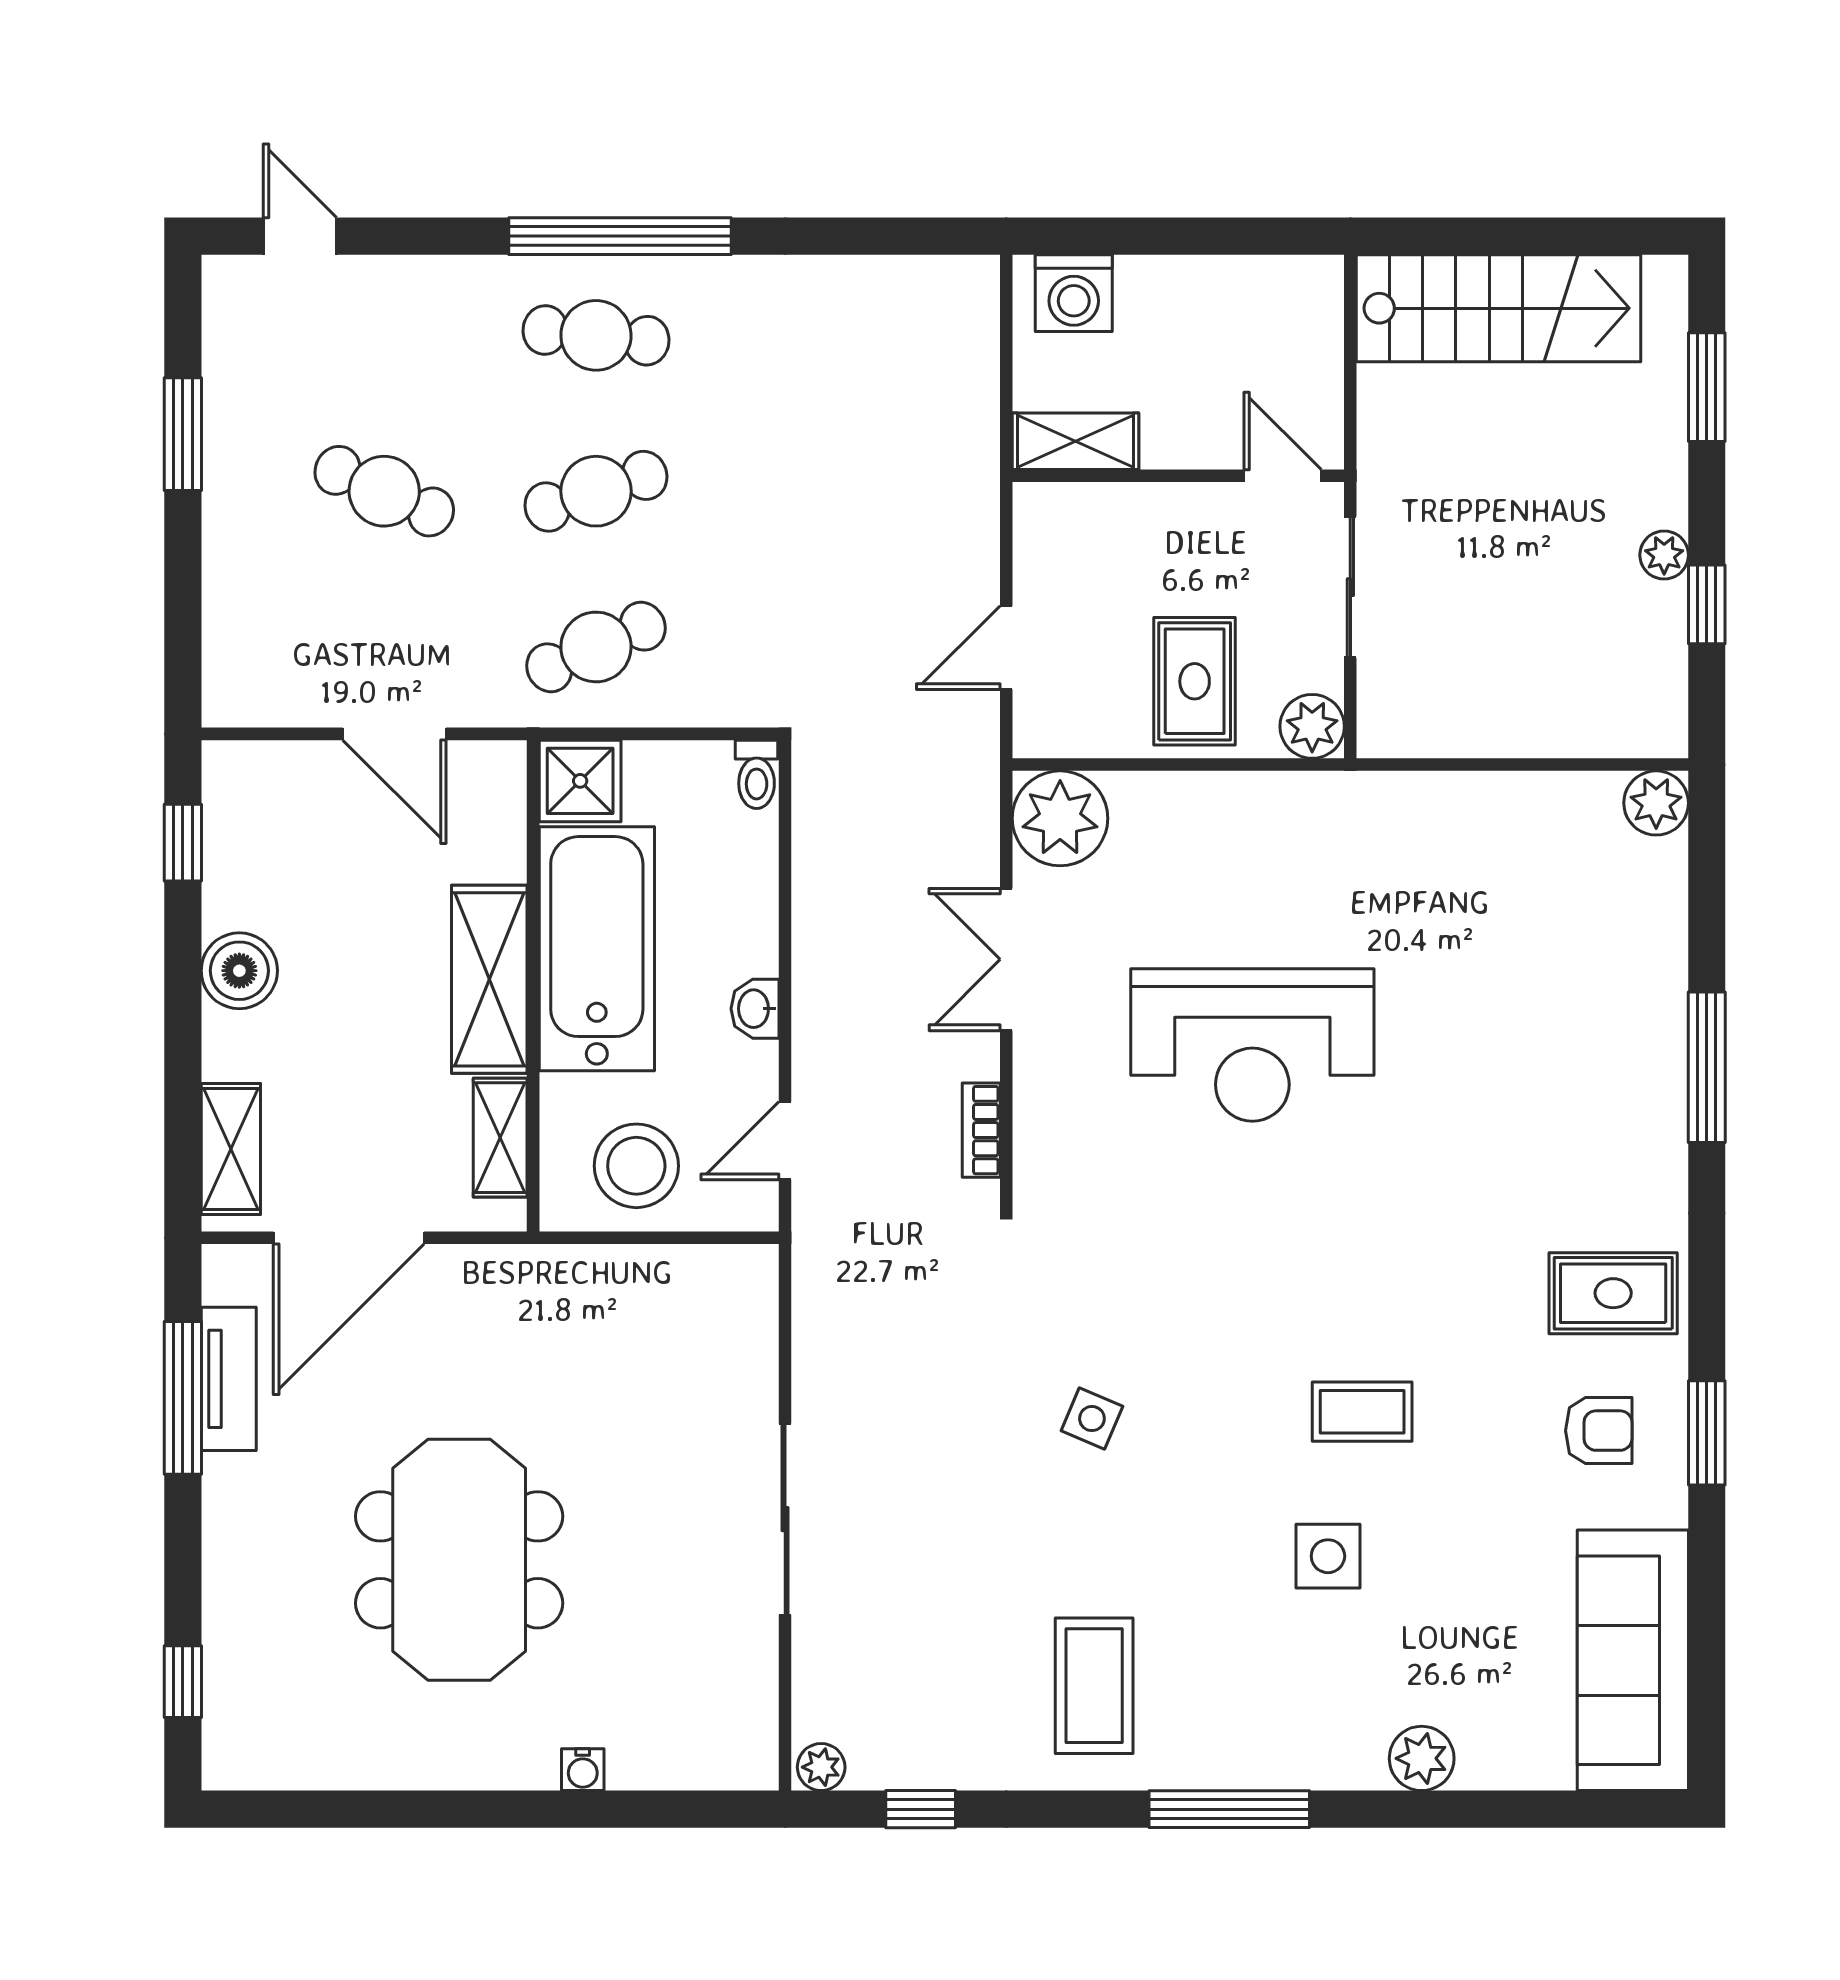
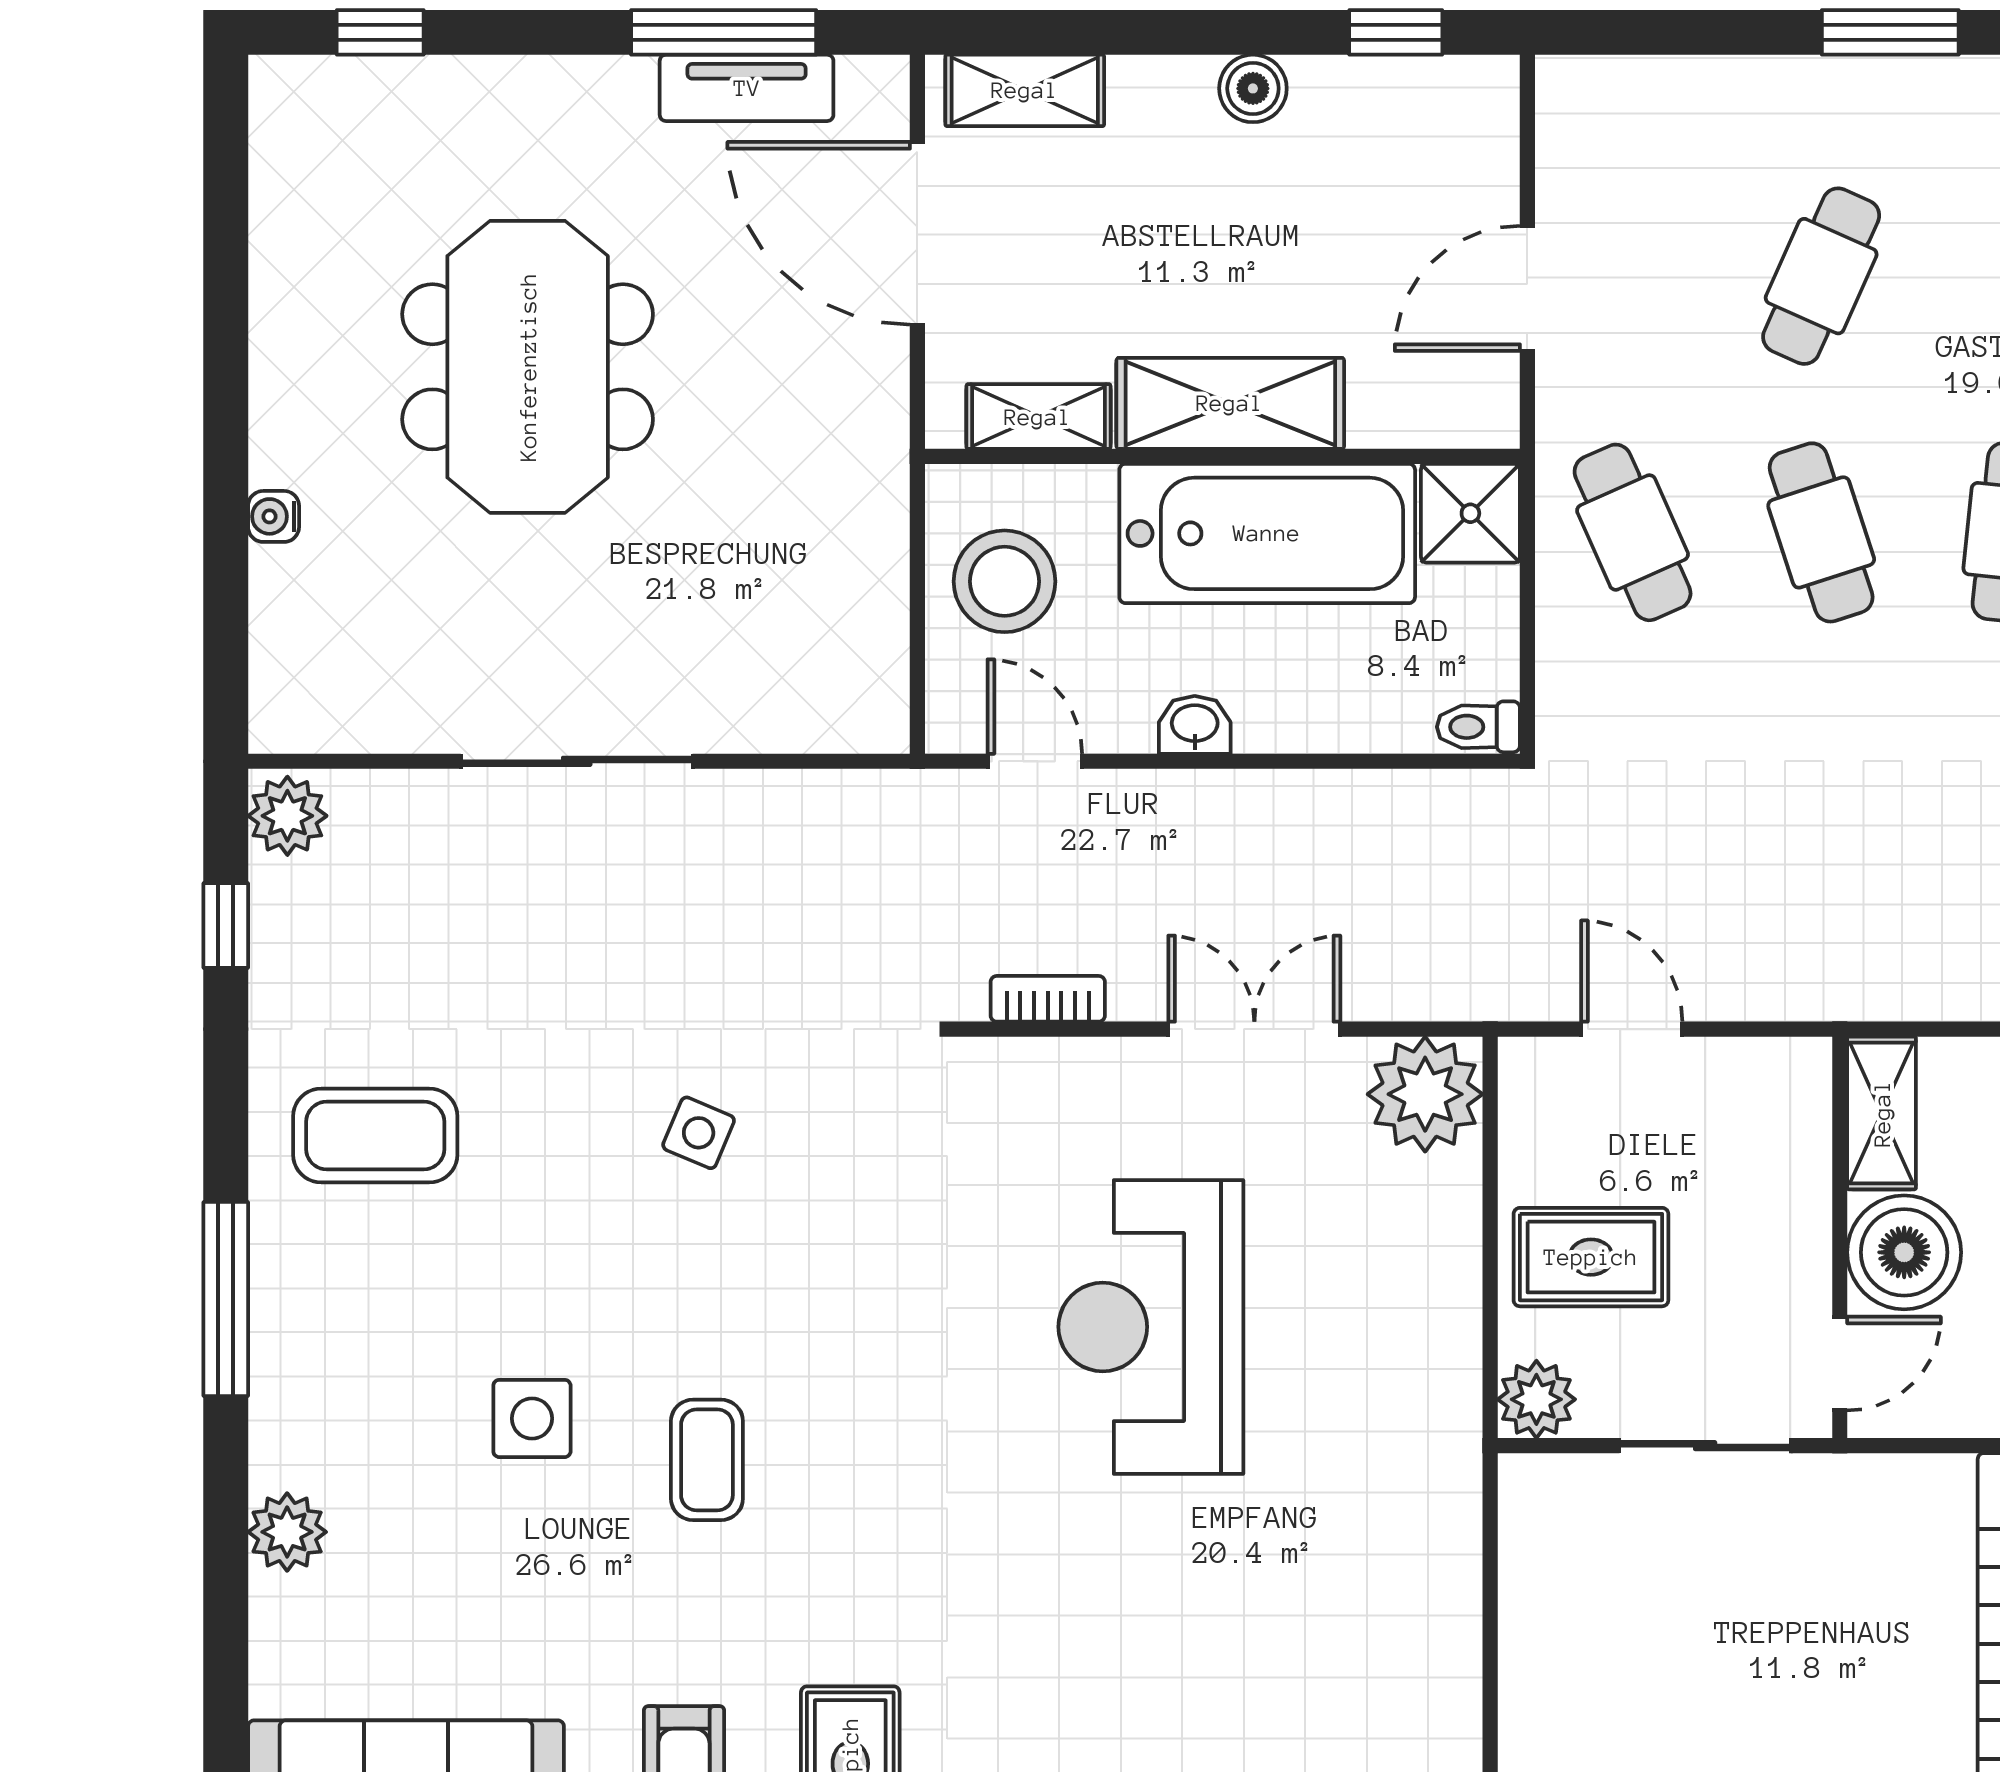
boiler: (1191, 423) -> (1904, 1252), added
boiler: (239, 971) -> (1253, 88), width x0.73, depth x0.73
meeting table: (459, 1560) -> (528, 367), turned 90
plant: (821, 1767) -> (287, 816), width x1.38, depth x1.38

